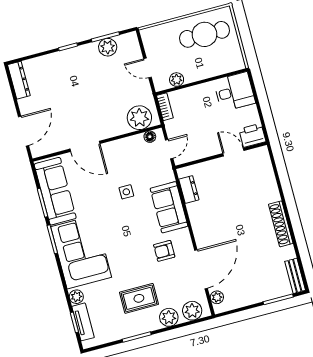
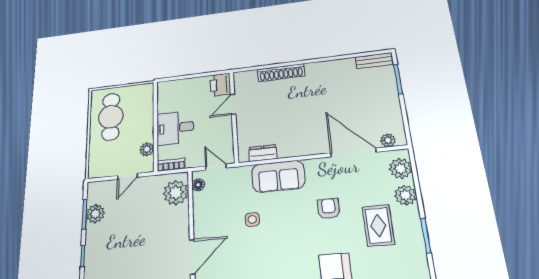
desk: (234, 92) -> (175, 128), moved, turned -90
shoe rack: (281, 224) -> (281, 73), moved
armchair: (164, 251) -> (329, 209), moved, turned 180

